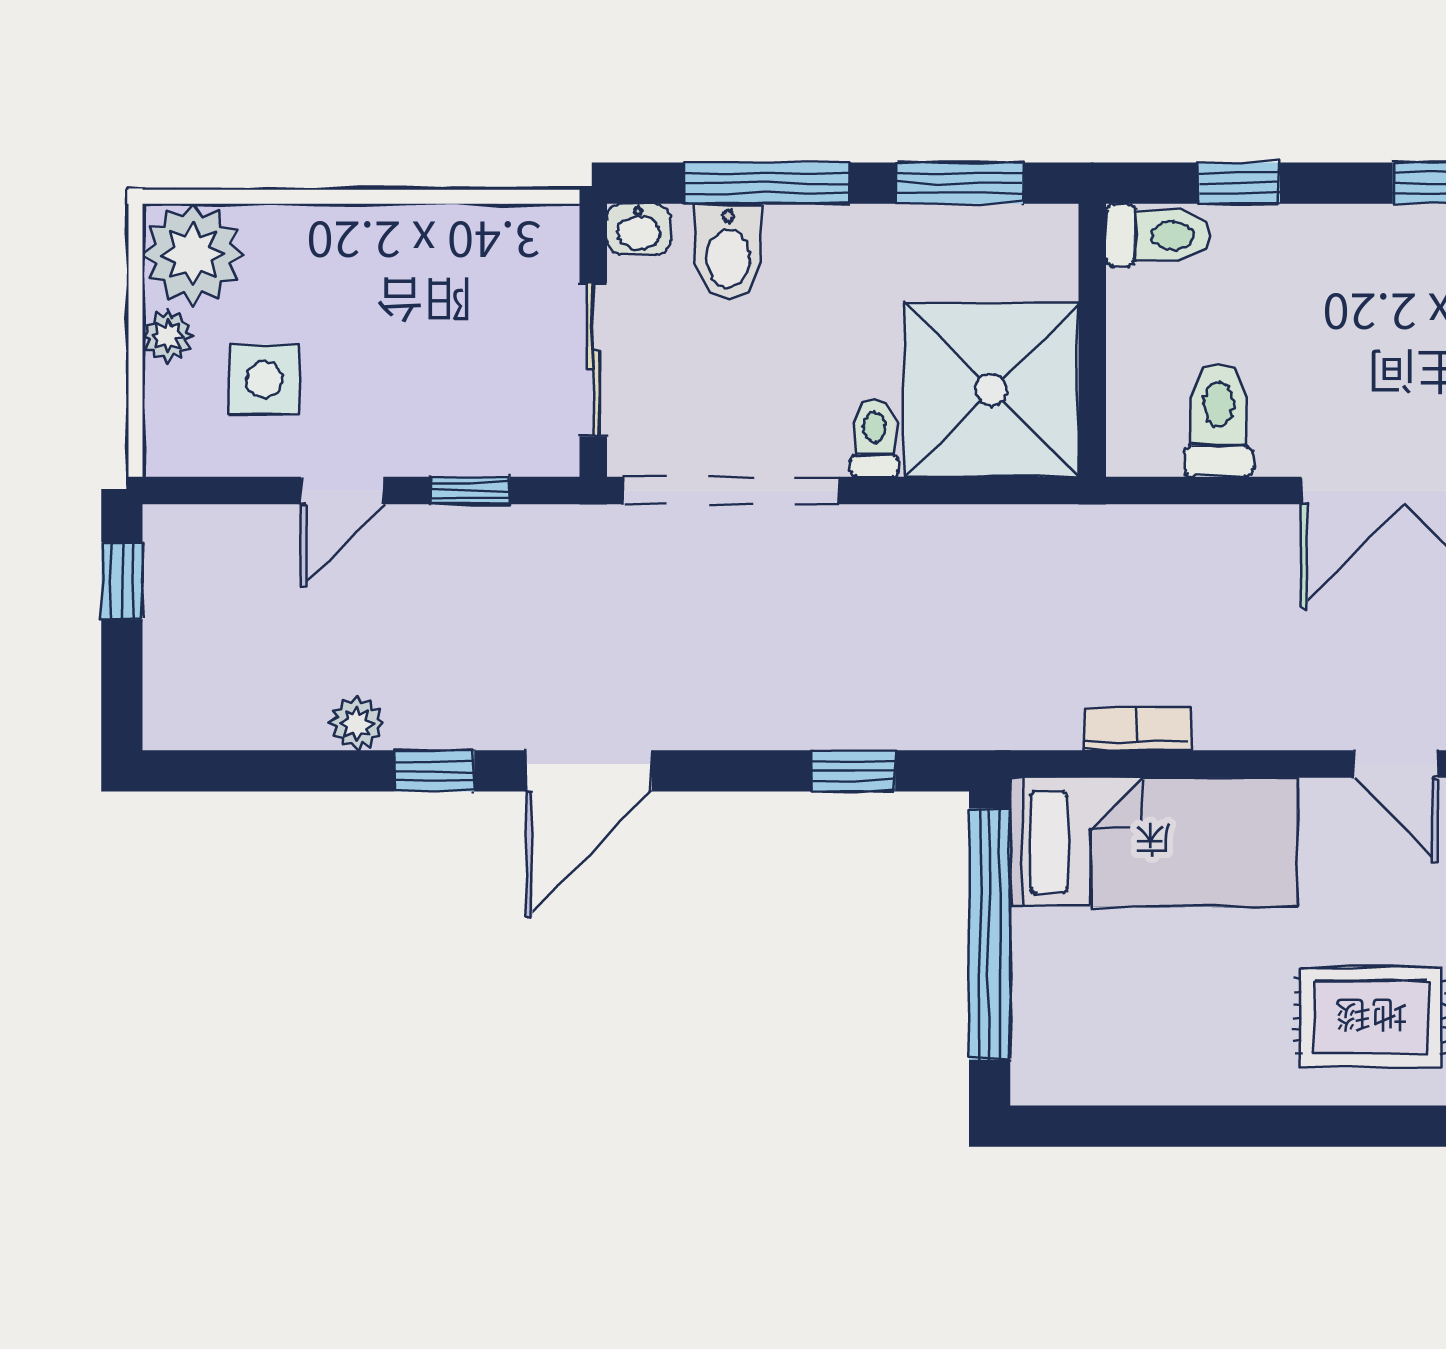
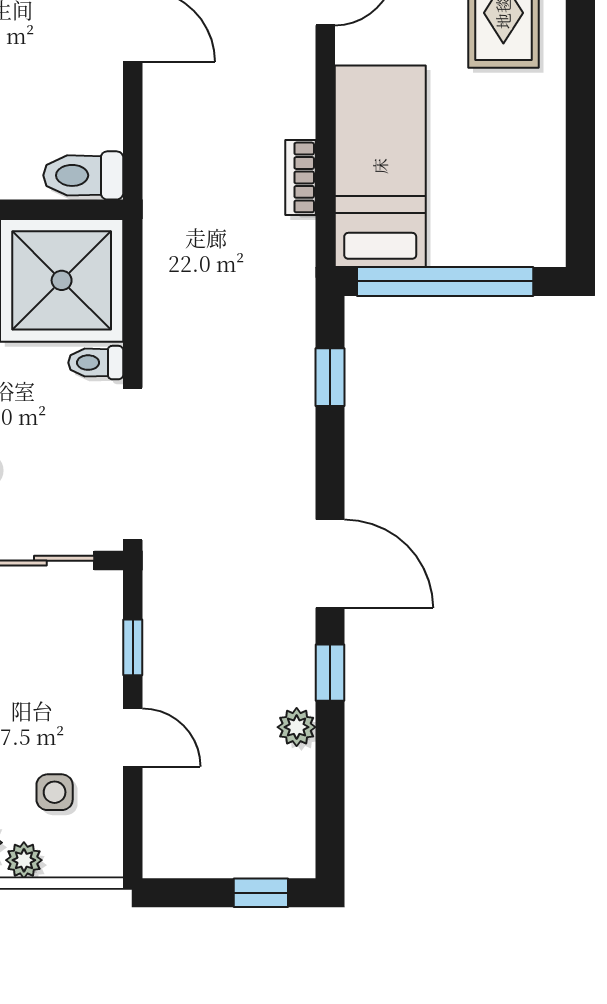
side table: (264, 380) -> (55, 792), width x0.73, depth x0.73
toilet: (1219, 420) -> (83, 175), moved
window: (122, 581) -> (261, 893), moved

